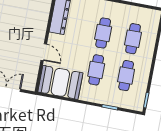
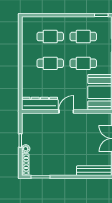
door: (44, 52) -> (66, 112), moved

